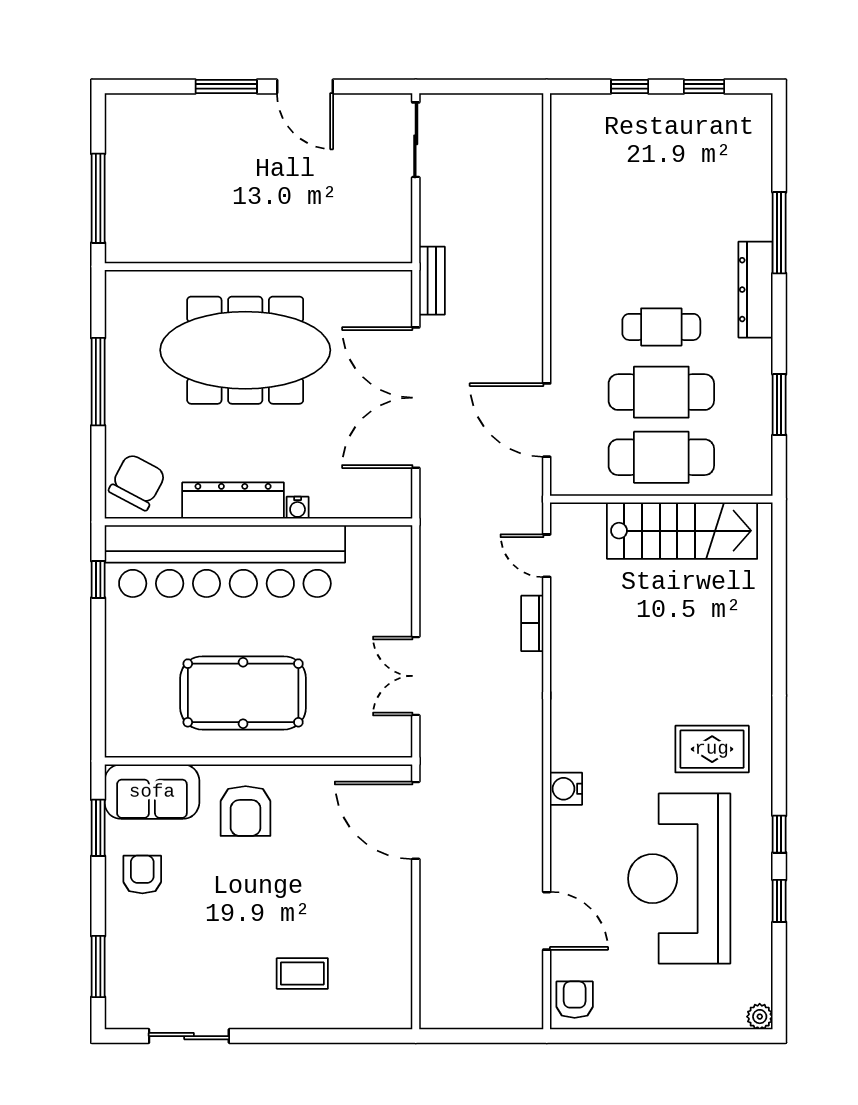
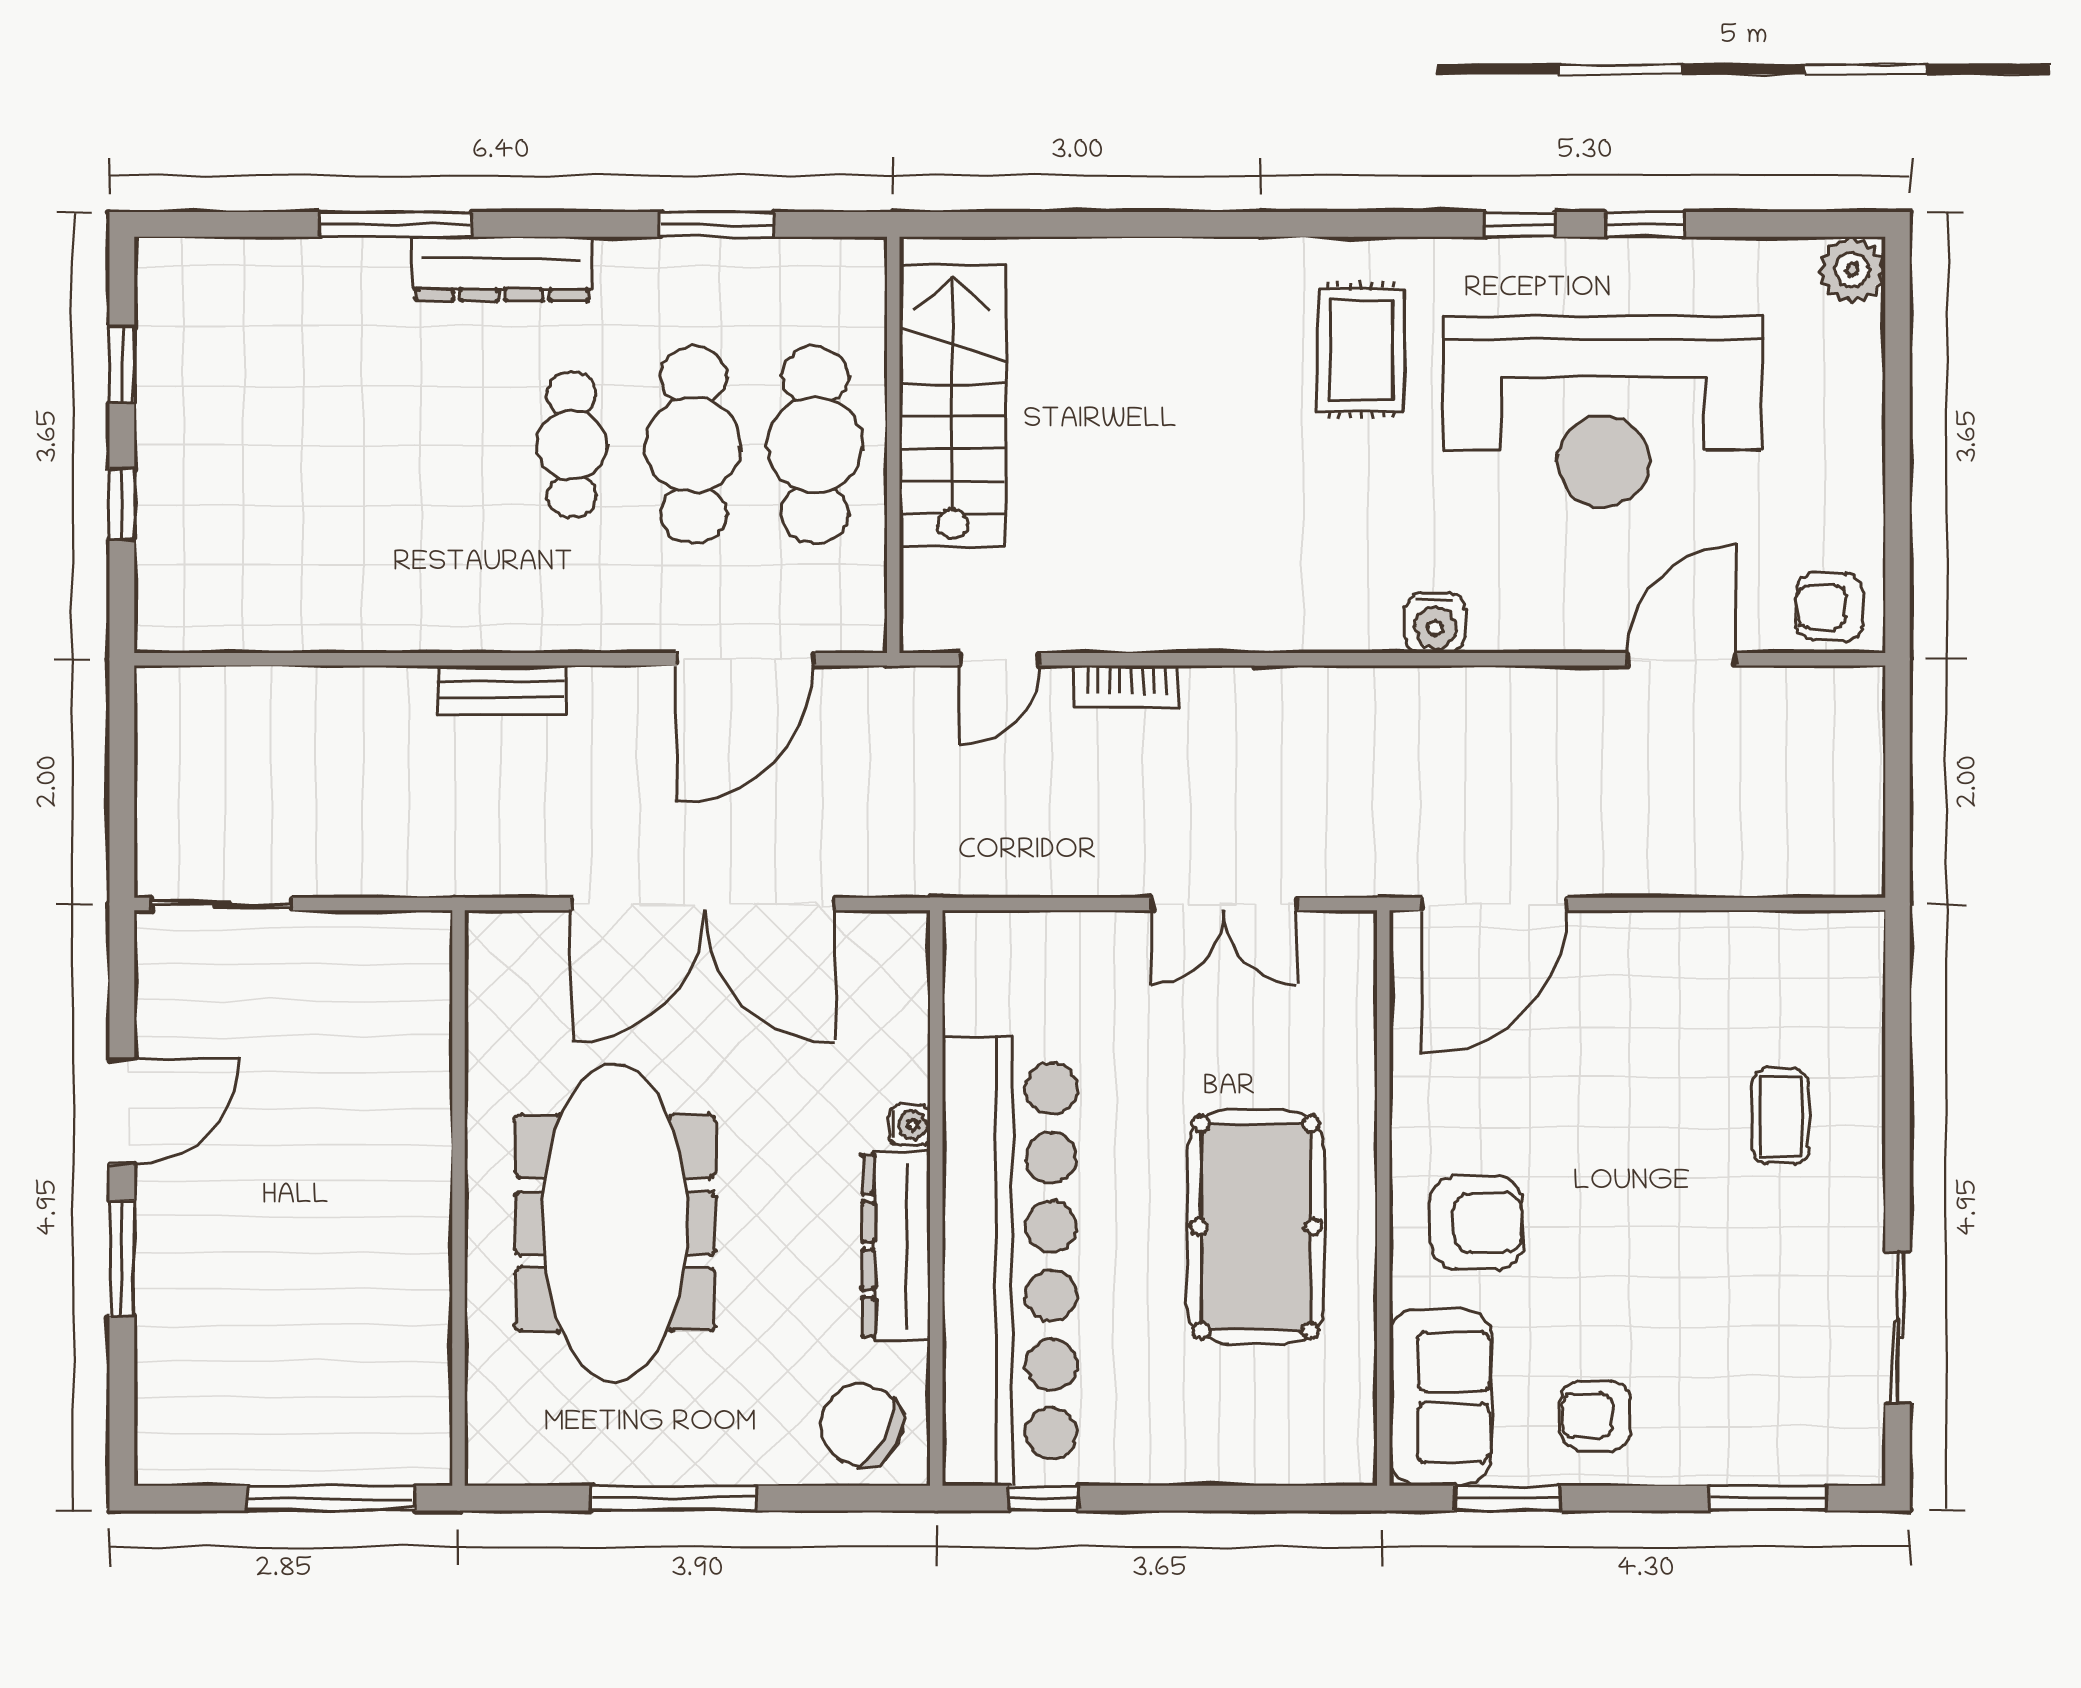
bench: (432, 281) -> (502, 690), moved
plant: (760, 1017) -> (1852, 270), width x1.38, depth x1.38

